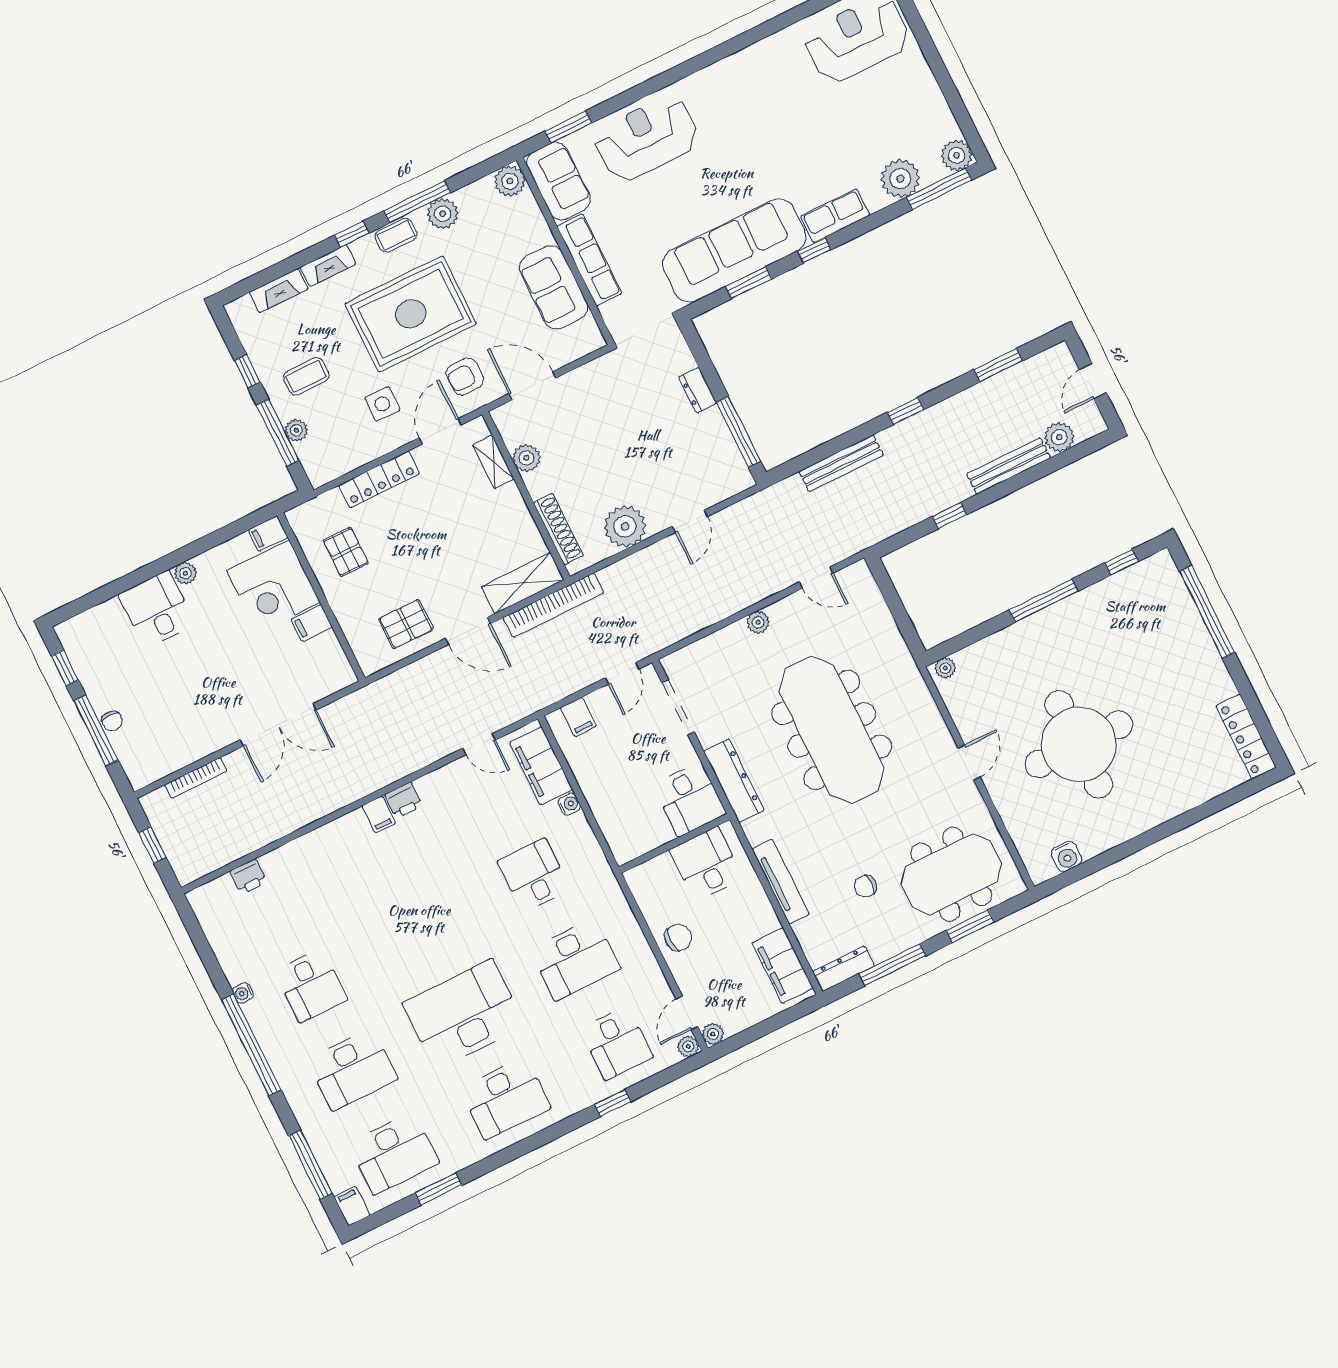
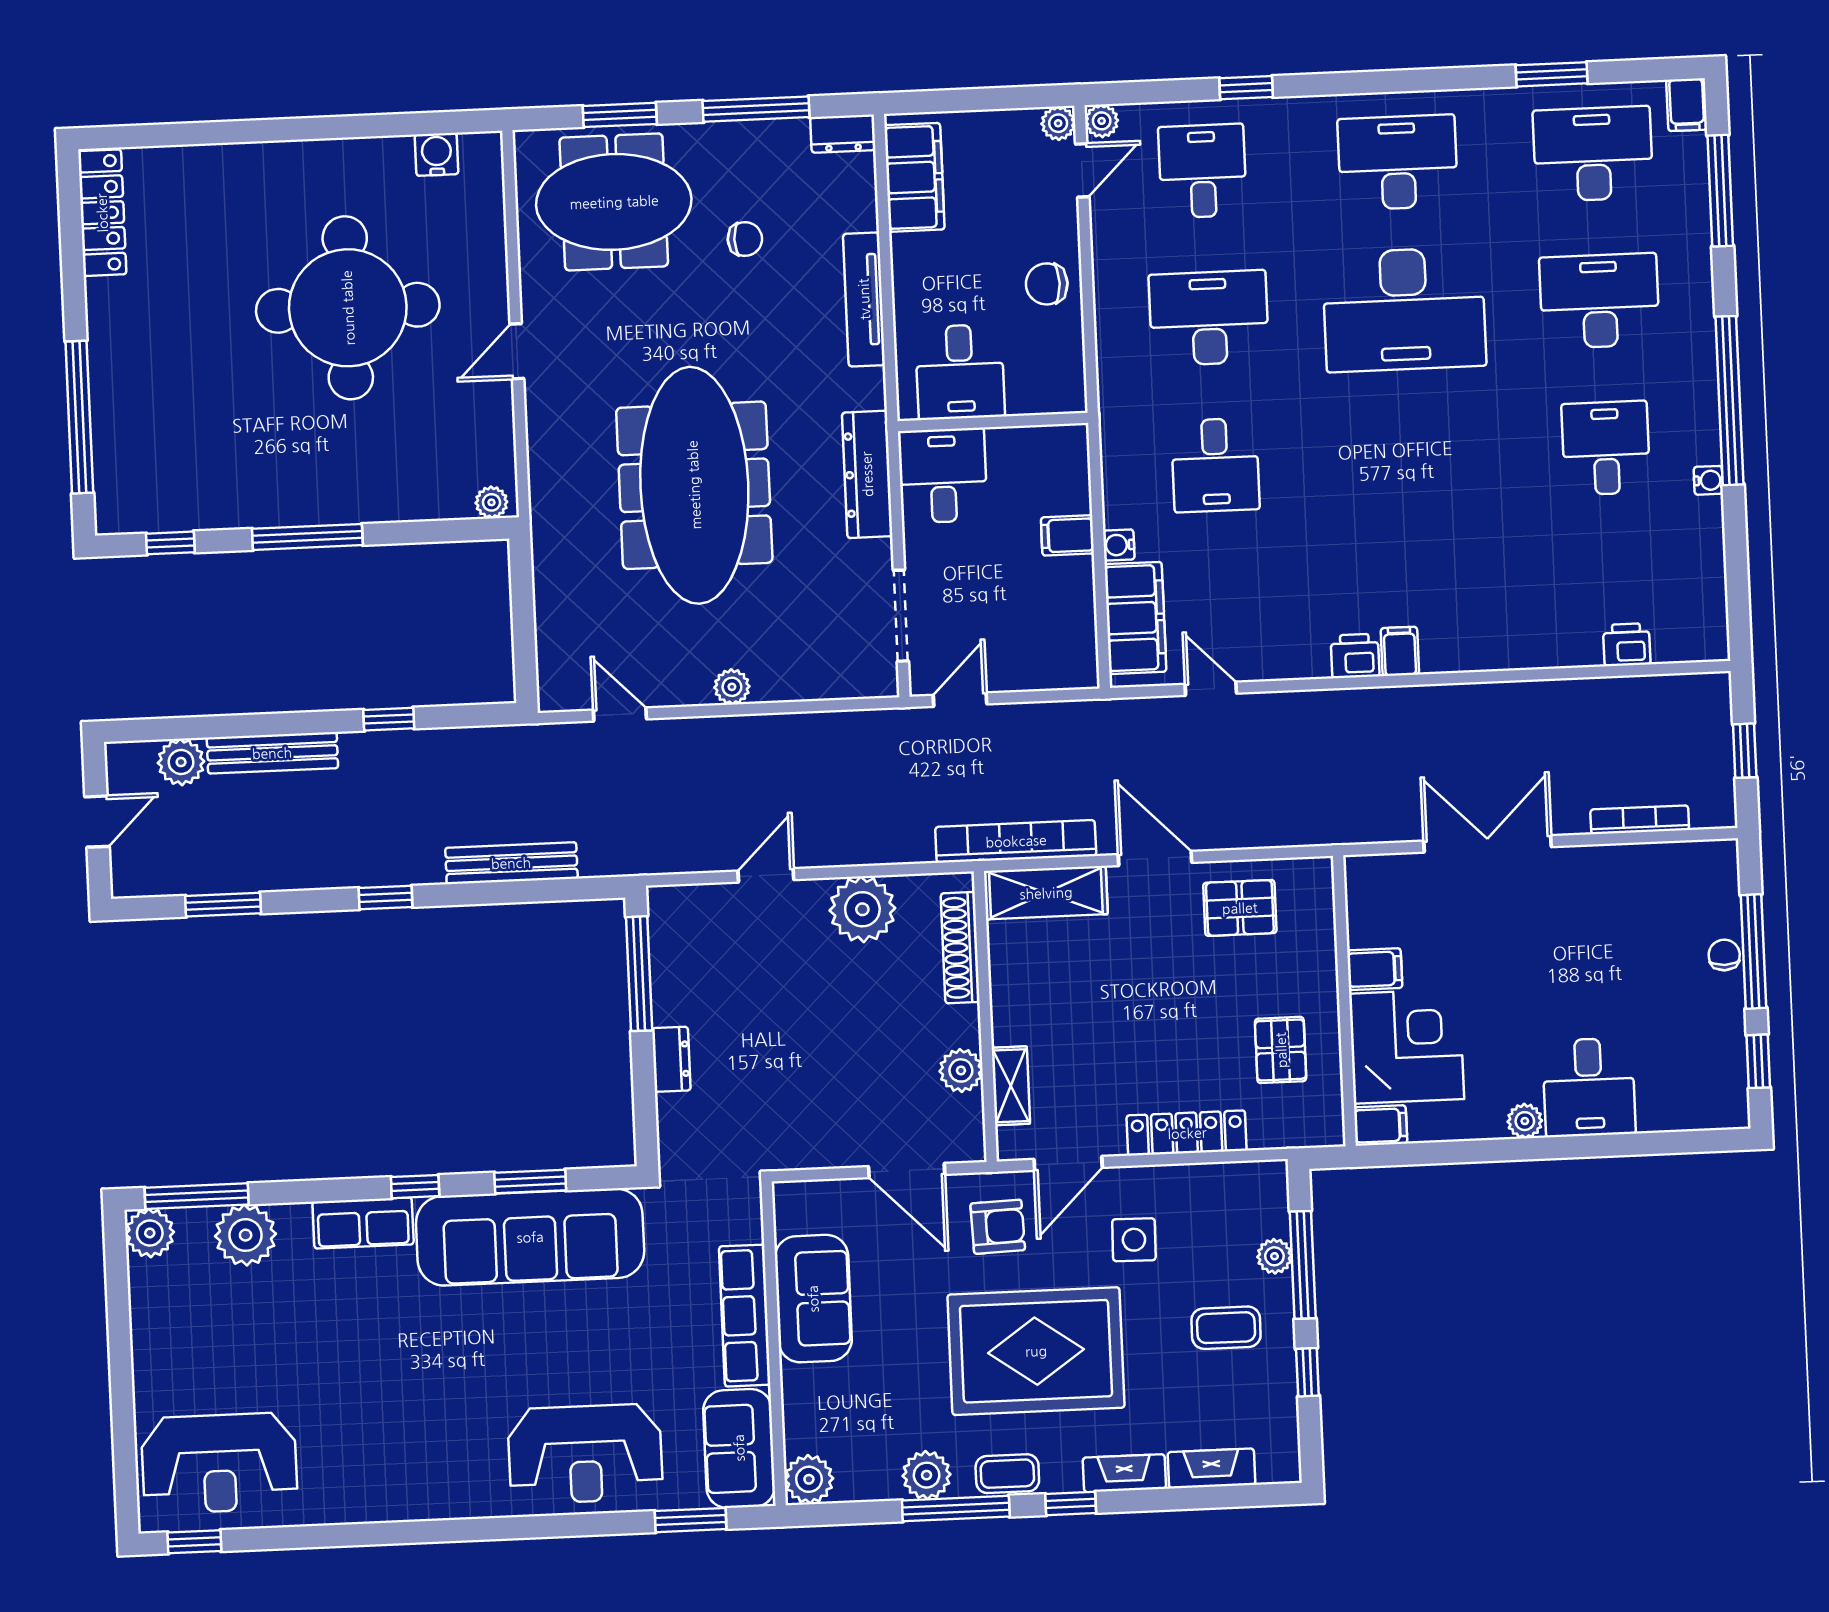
filing cabinet: (578, 717) -> (1067, 535), moved, turned -90
dresser: (843, 969) -> (843, 134), width x0.70

